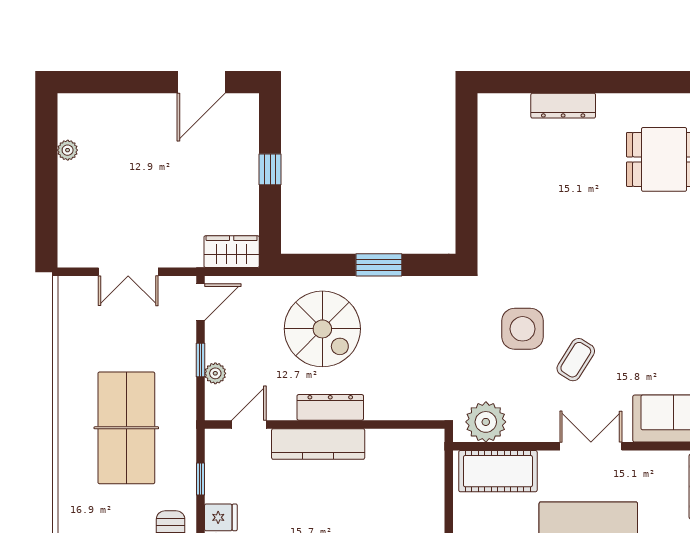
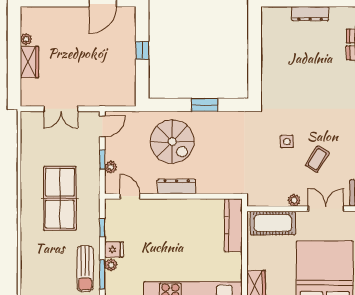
wardrobe: (232, 252) -> (29, 62), moved, turned 90
side table: (523, 329) -> (287, 142), width x0.54, depth x0.54
plant: (486, 422) -> (294, 200), moved, width x0.53, depth x0.53
door: (249, 424) -> (130, 196), hinge flipped
kitchen counter: (318, 444) -> (233, 225), moved, turned 90

